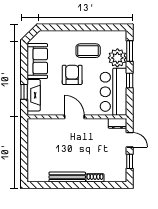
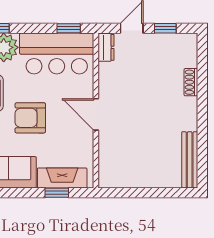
window: (130, 80) -> (69, 28), moved
door: (74, 117) -> (96, 114), hinge flipped
bench: (67, 177) -> (190, 160), moved

